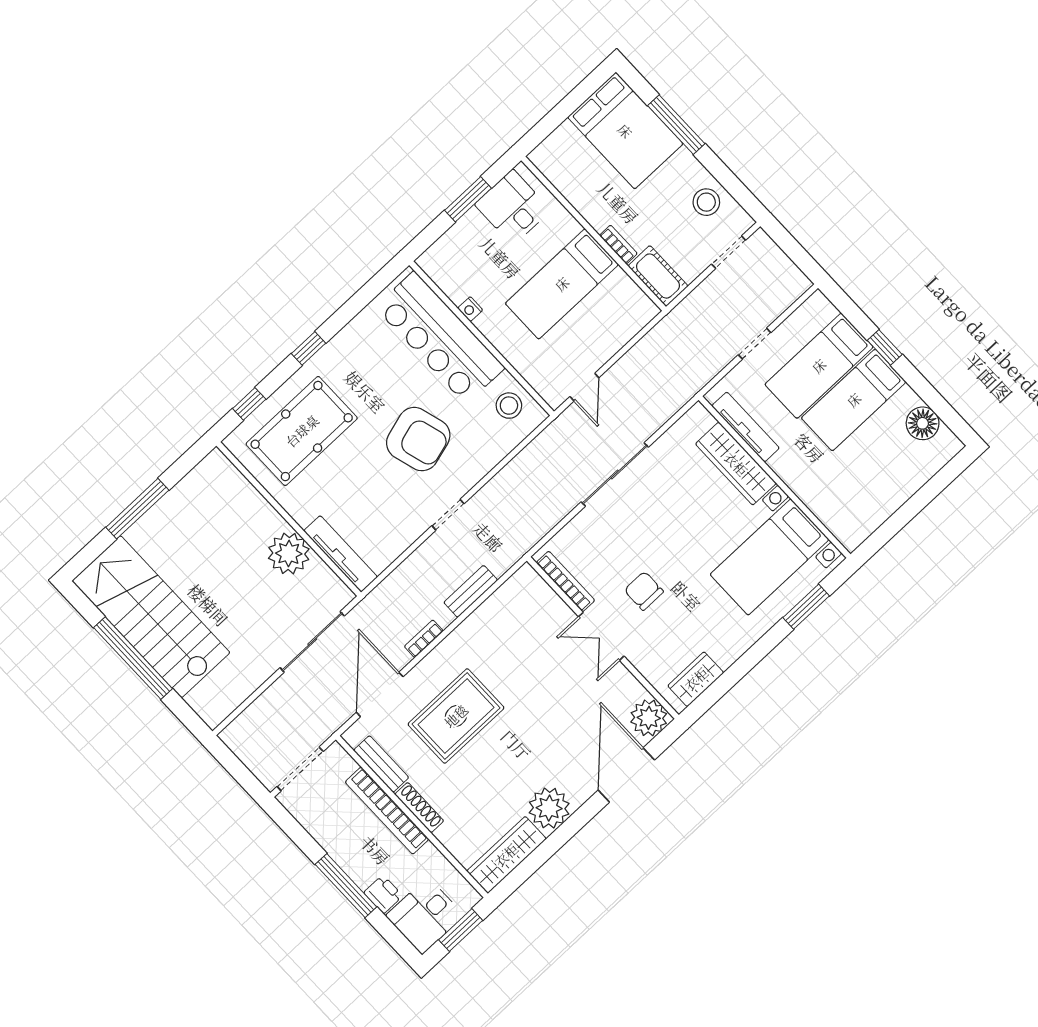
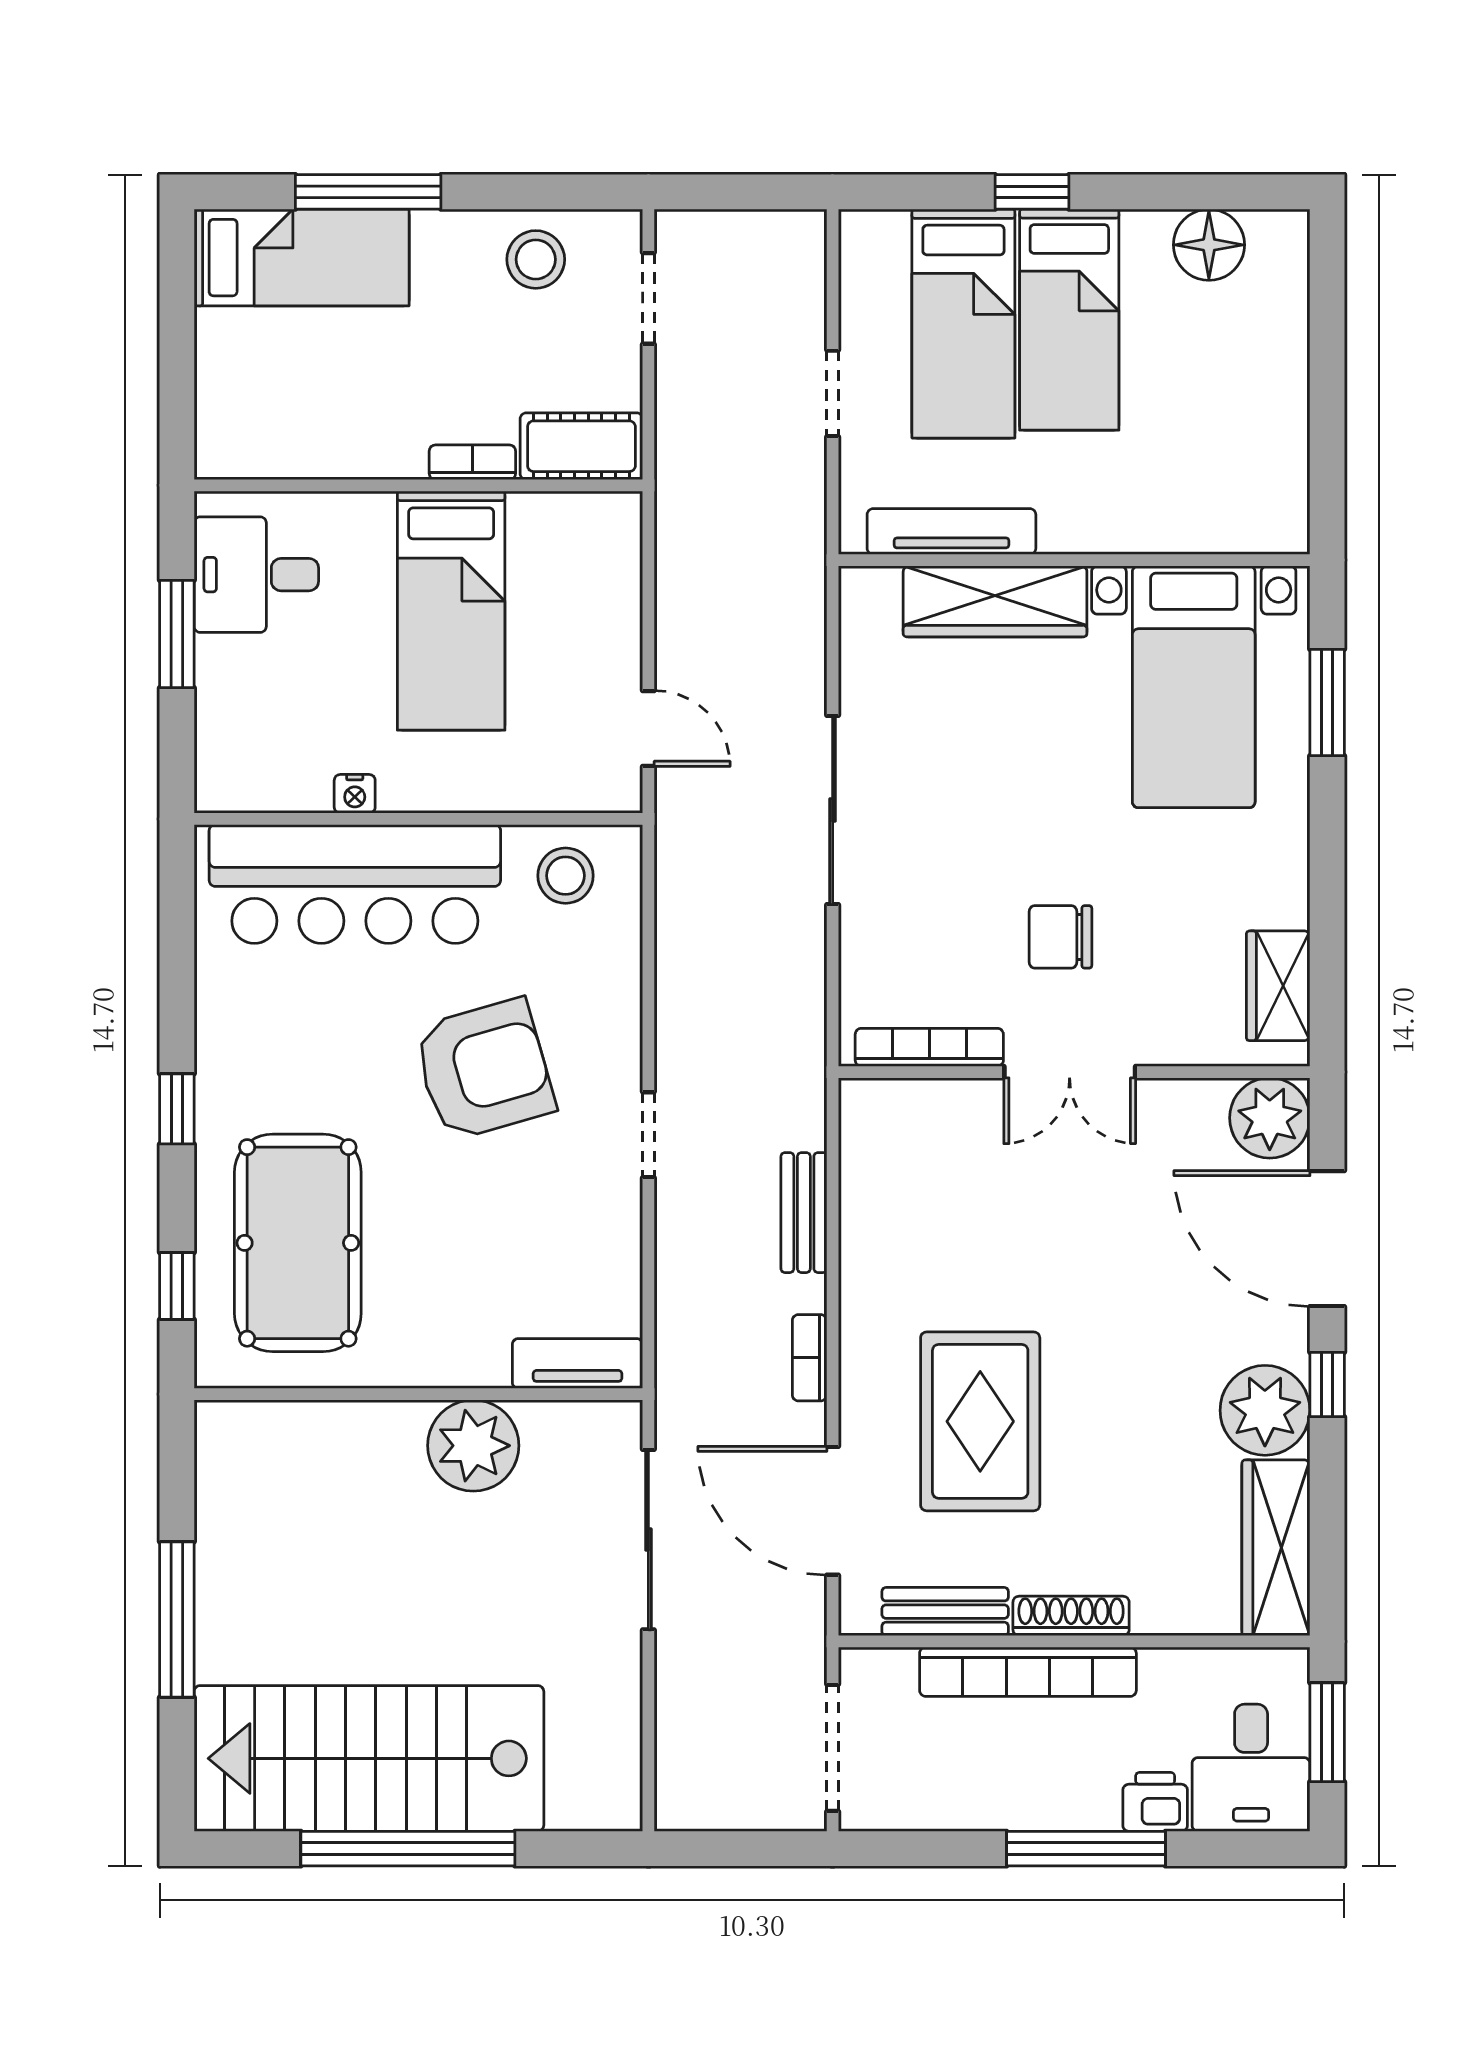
bed: (625, 131) -> (302, 258), width x0.67
tv unit: (341, 554) -> (577, 1363), width x0.71
window: (577, 821) -> (1327, 1385), added

